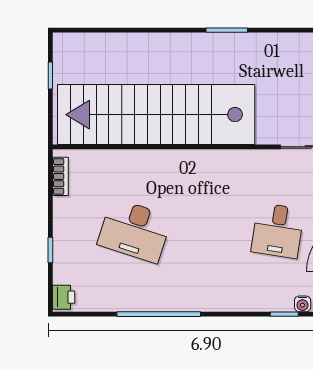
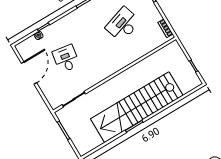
stairs: (156, 115) -> (137, 107), moved, turned 180
desk: (135, 231) -> (123, 24), turned -36

